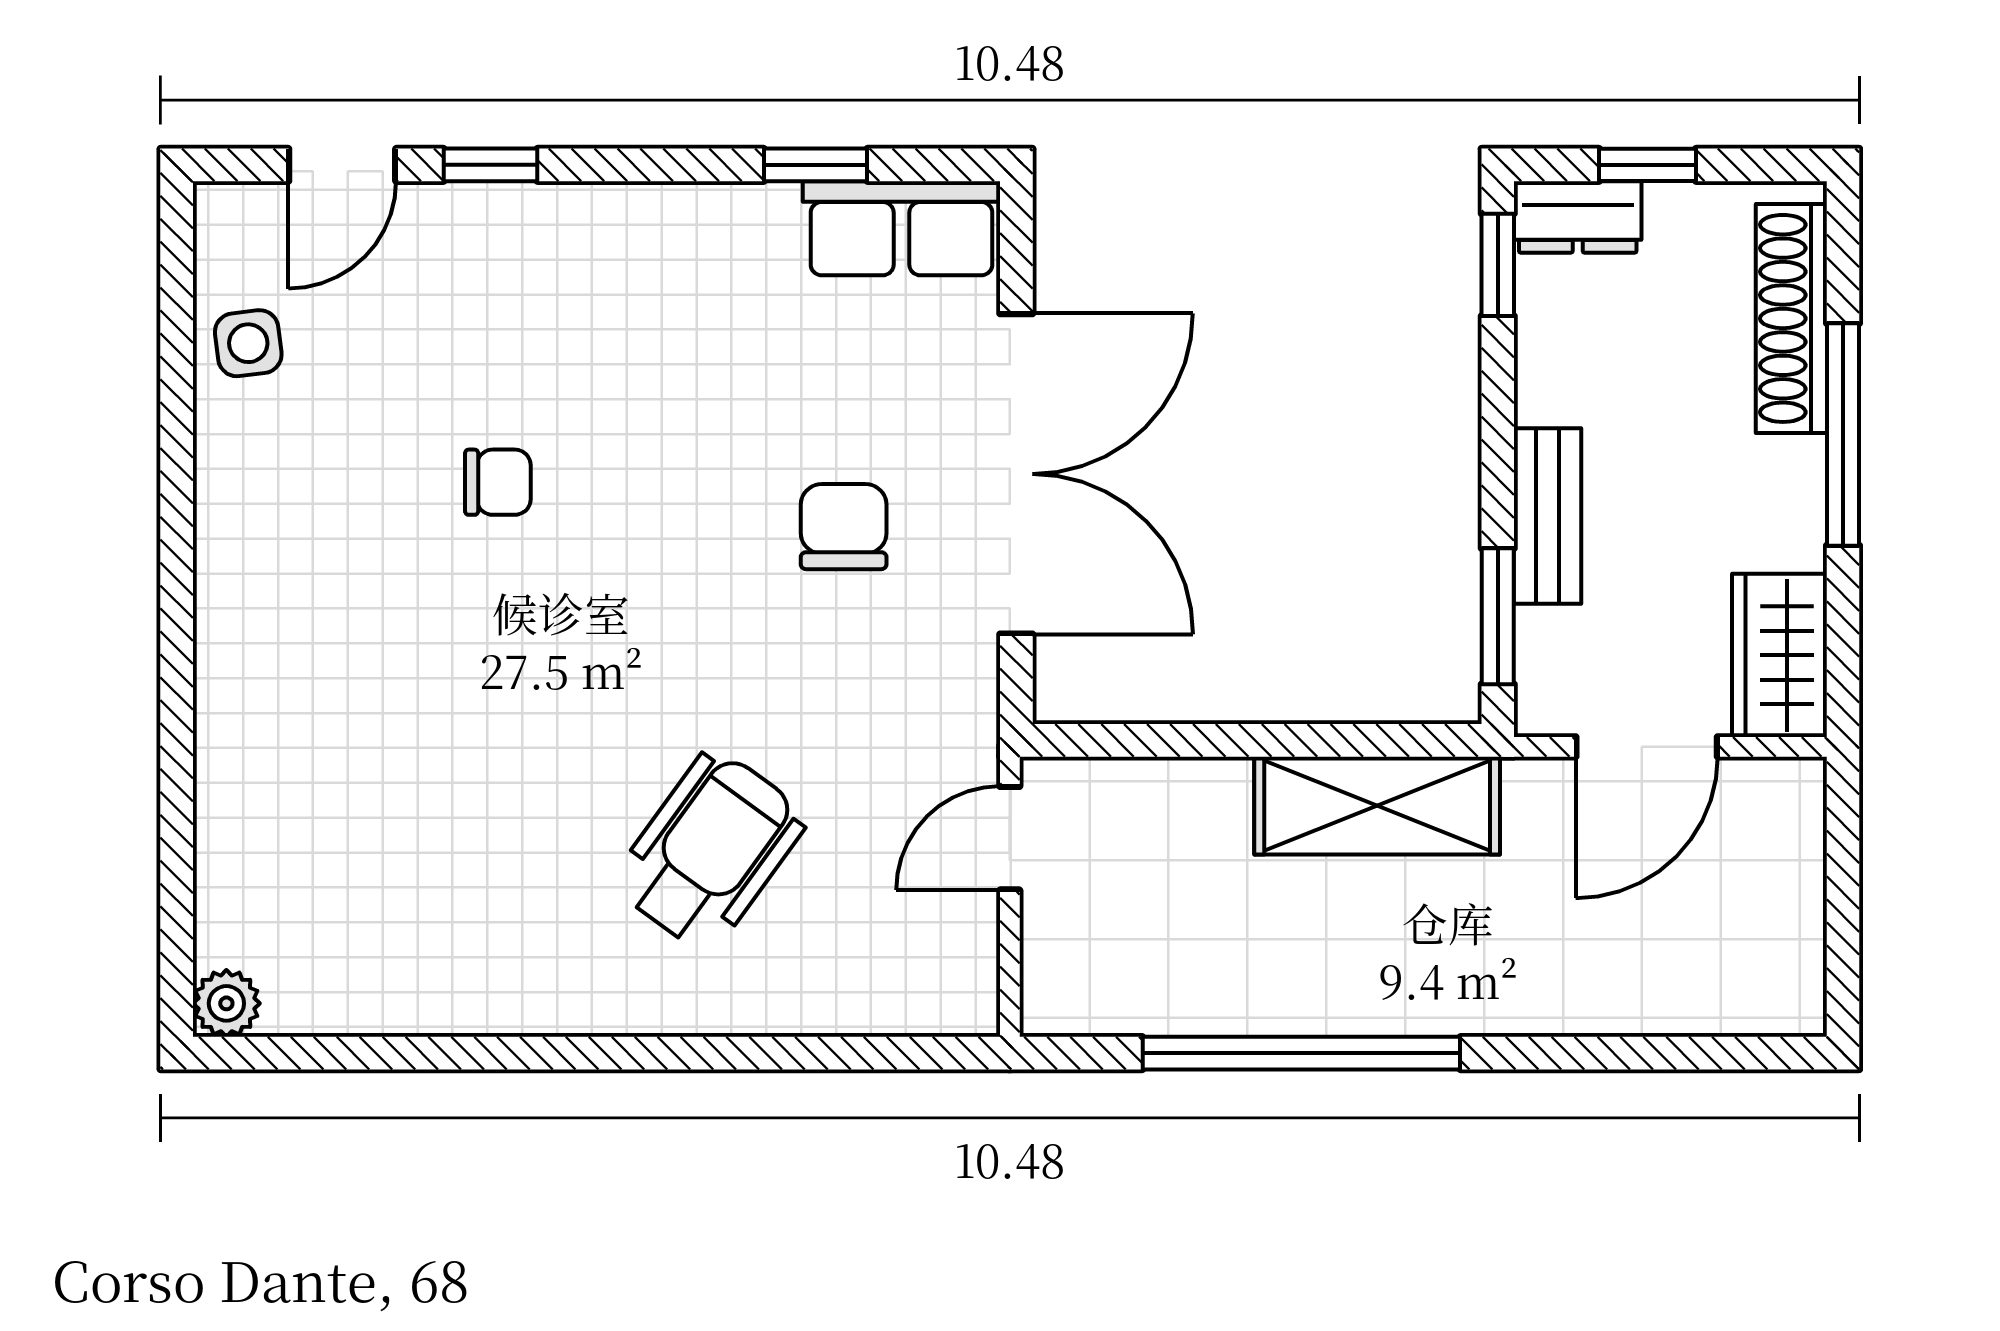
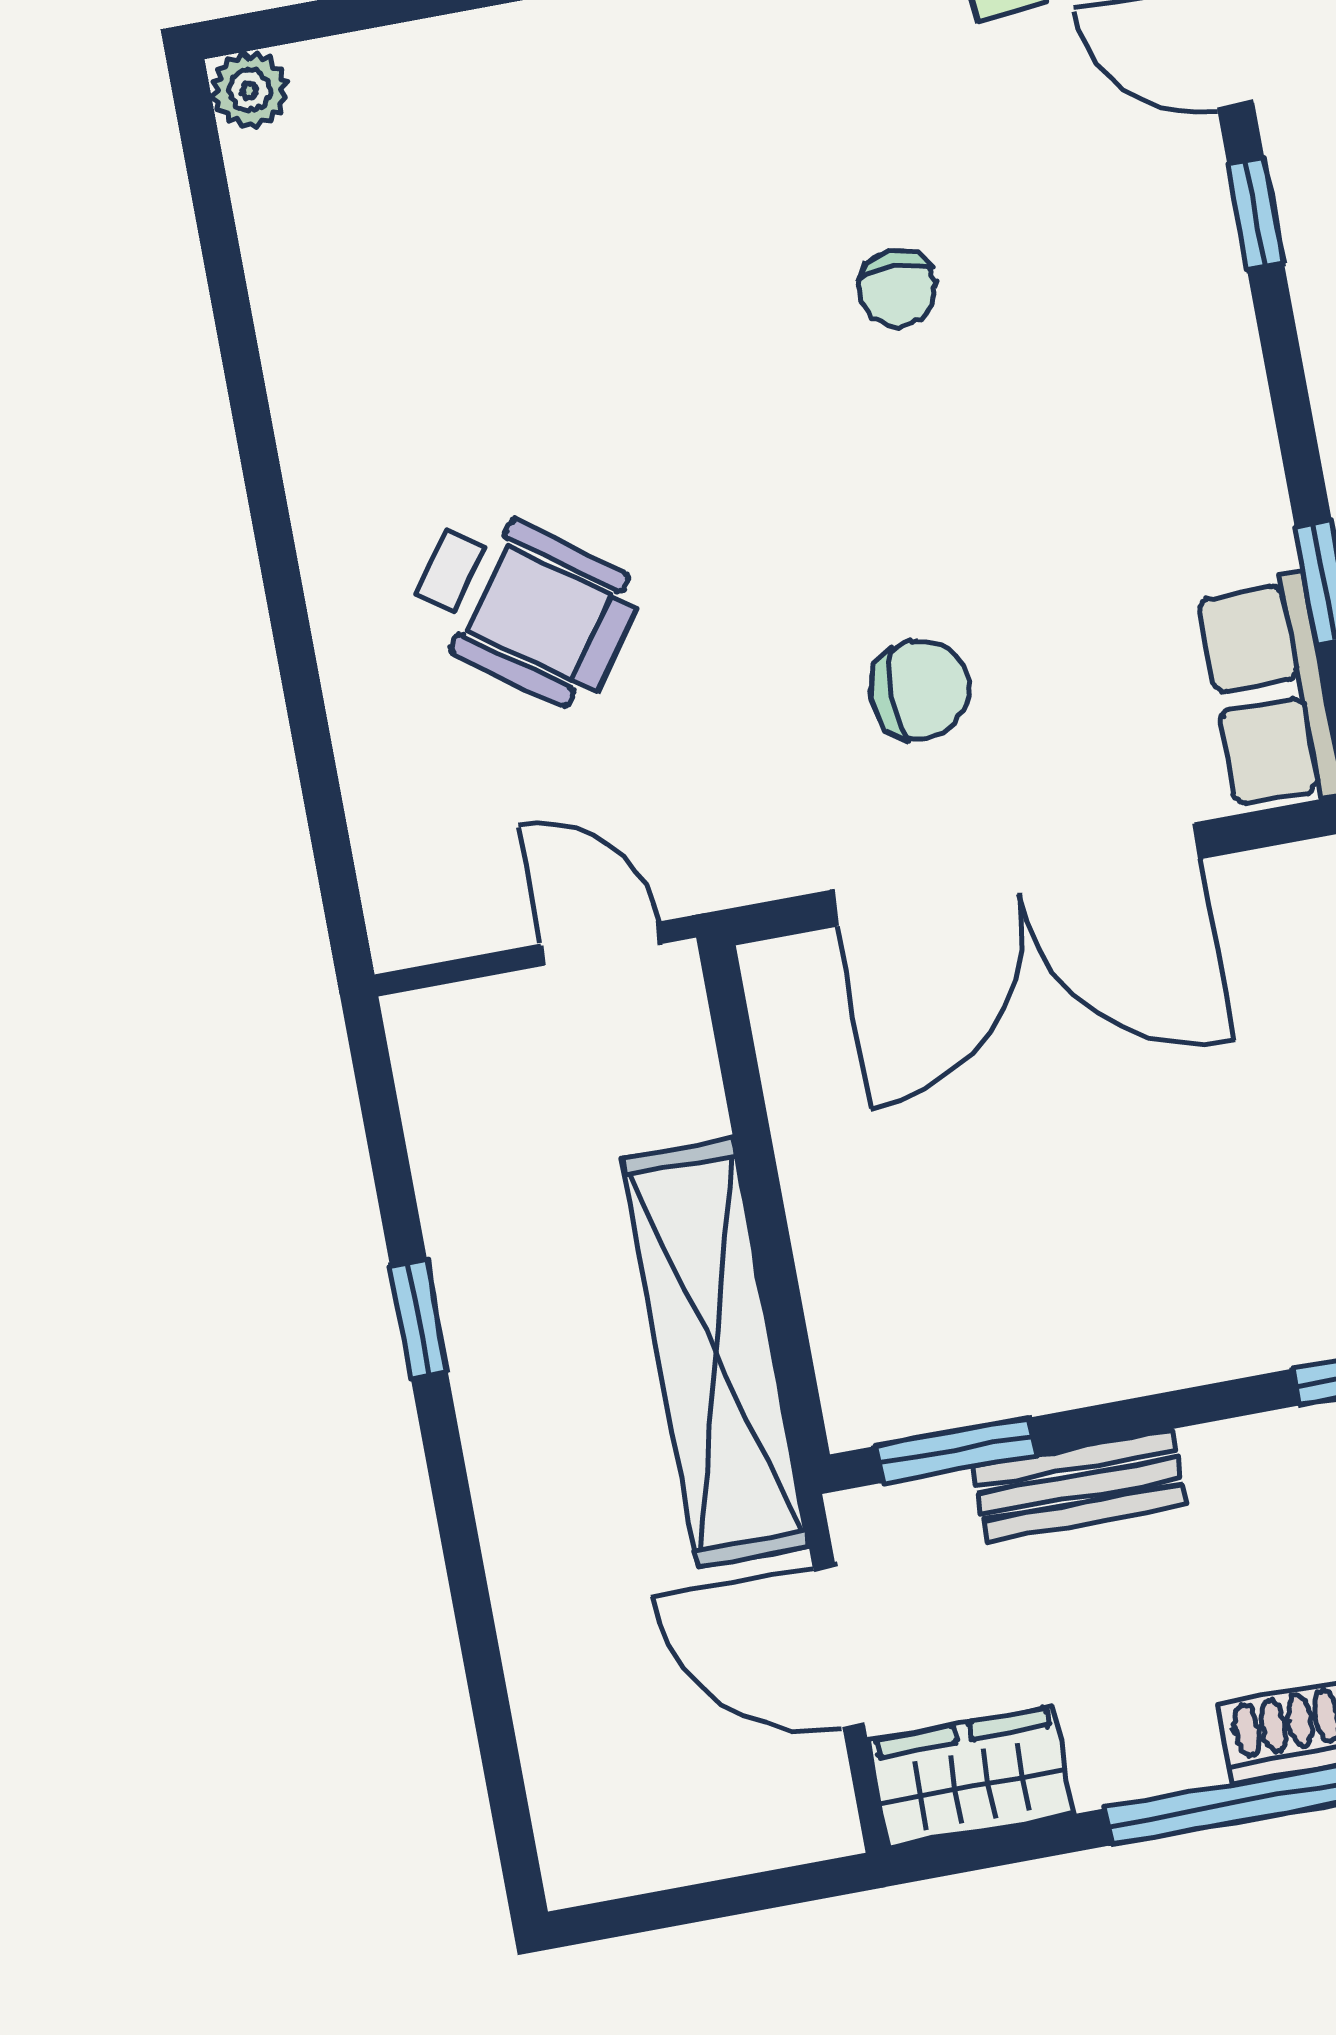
shelving: (1377, 806) -> (716, 1353), width x1.47
window: (1301, 1053) -> (419, 1319), width x0.32

